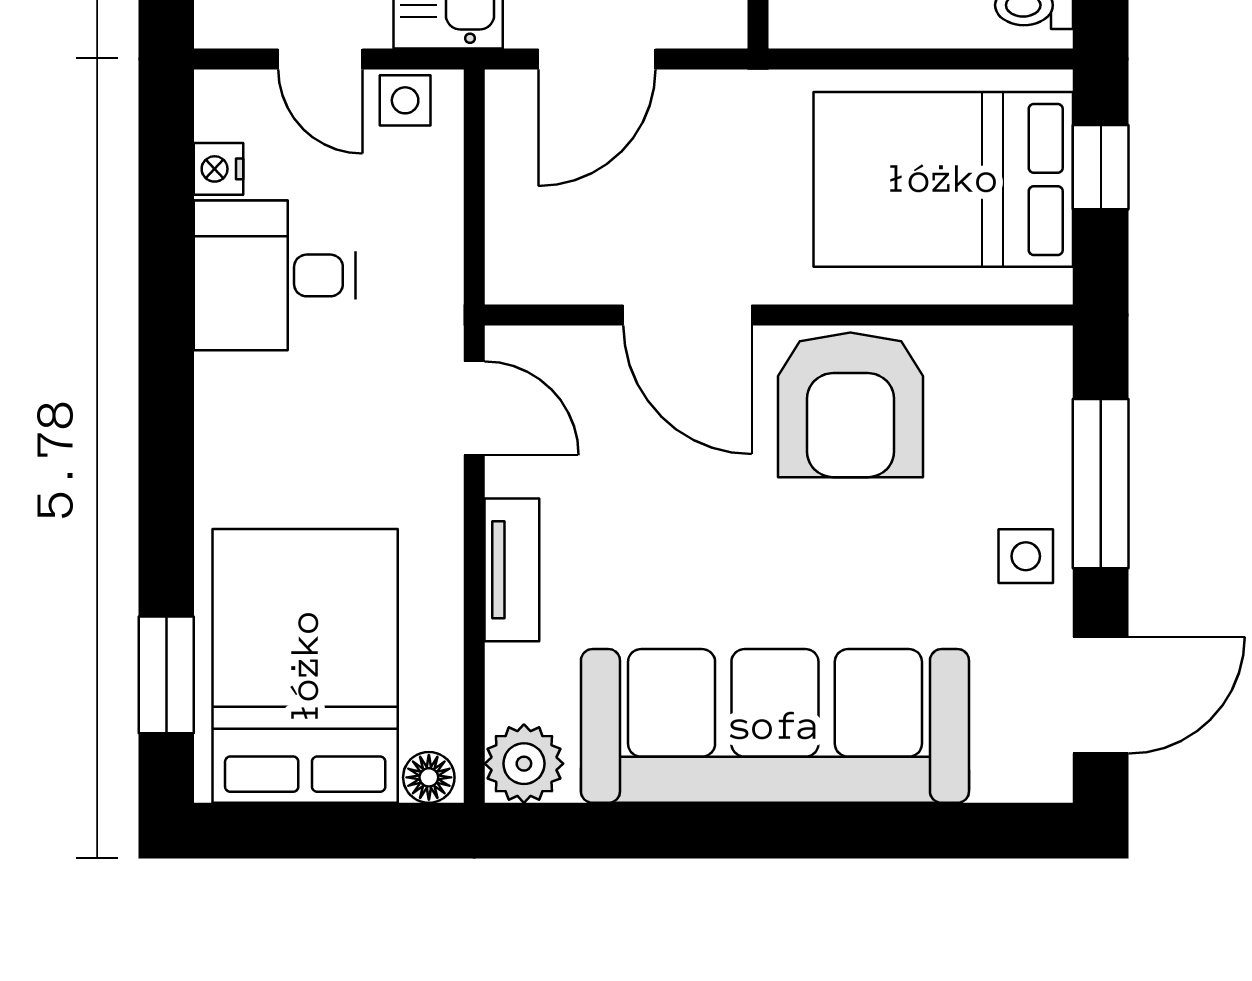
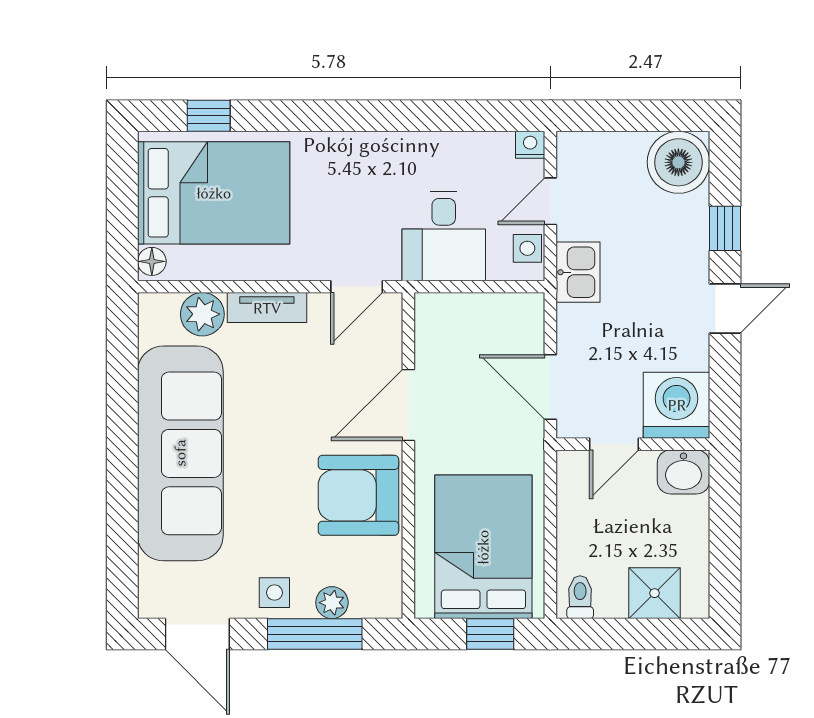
door: (597, 59) -> (550, 387), moved
nightstand: (219, 169) -> (530, 145), moved
desk: (275, 275) -> (444, 236), moved, turned 180
plant: (1044, 453) -> (332, 603), added
window: (166, 675) -> (209, 116), width x0.67
plant: (524, 764) -> (202, 314), moved

